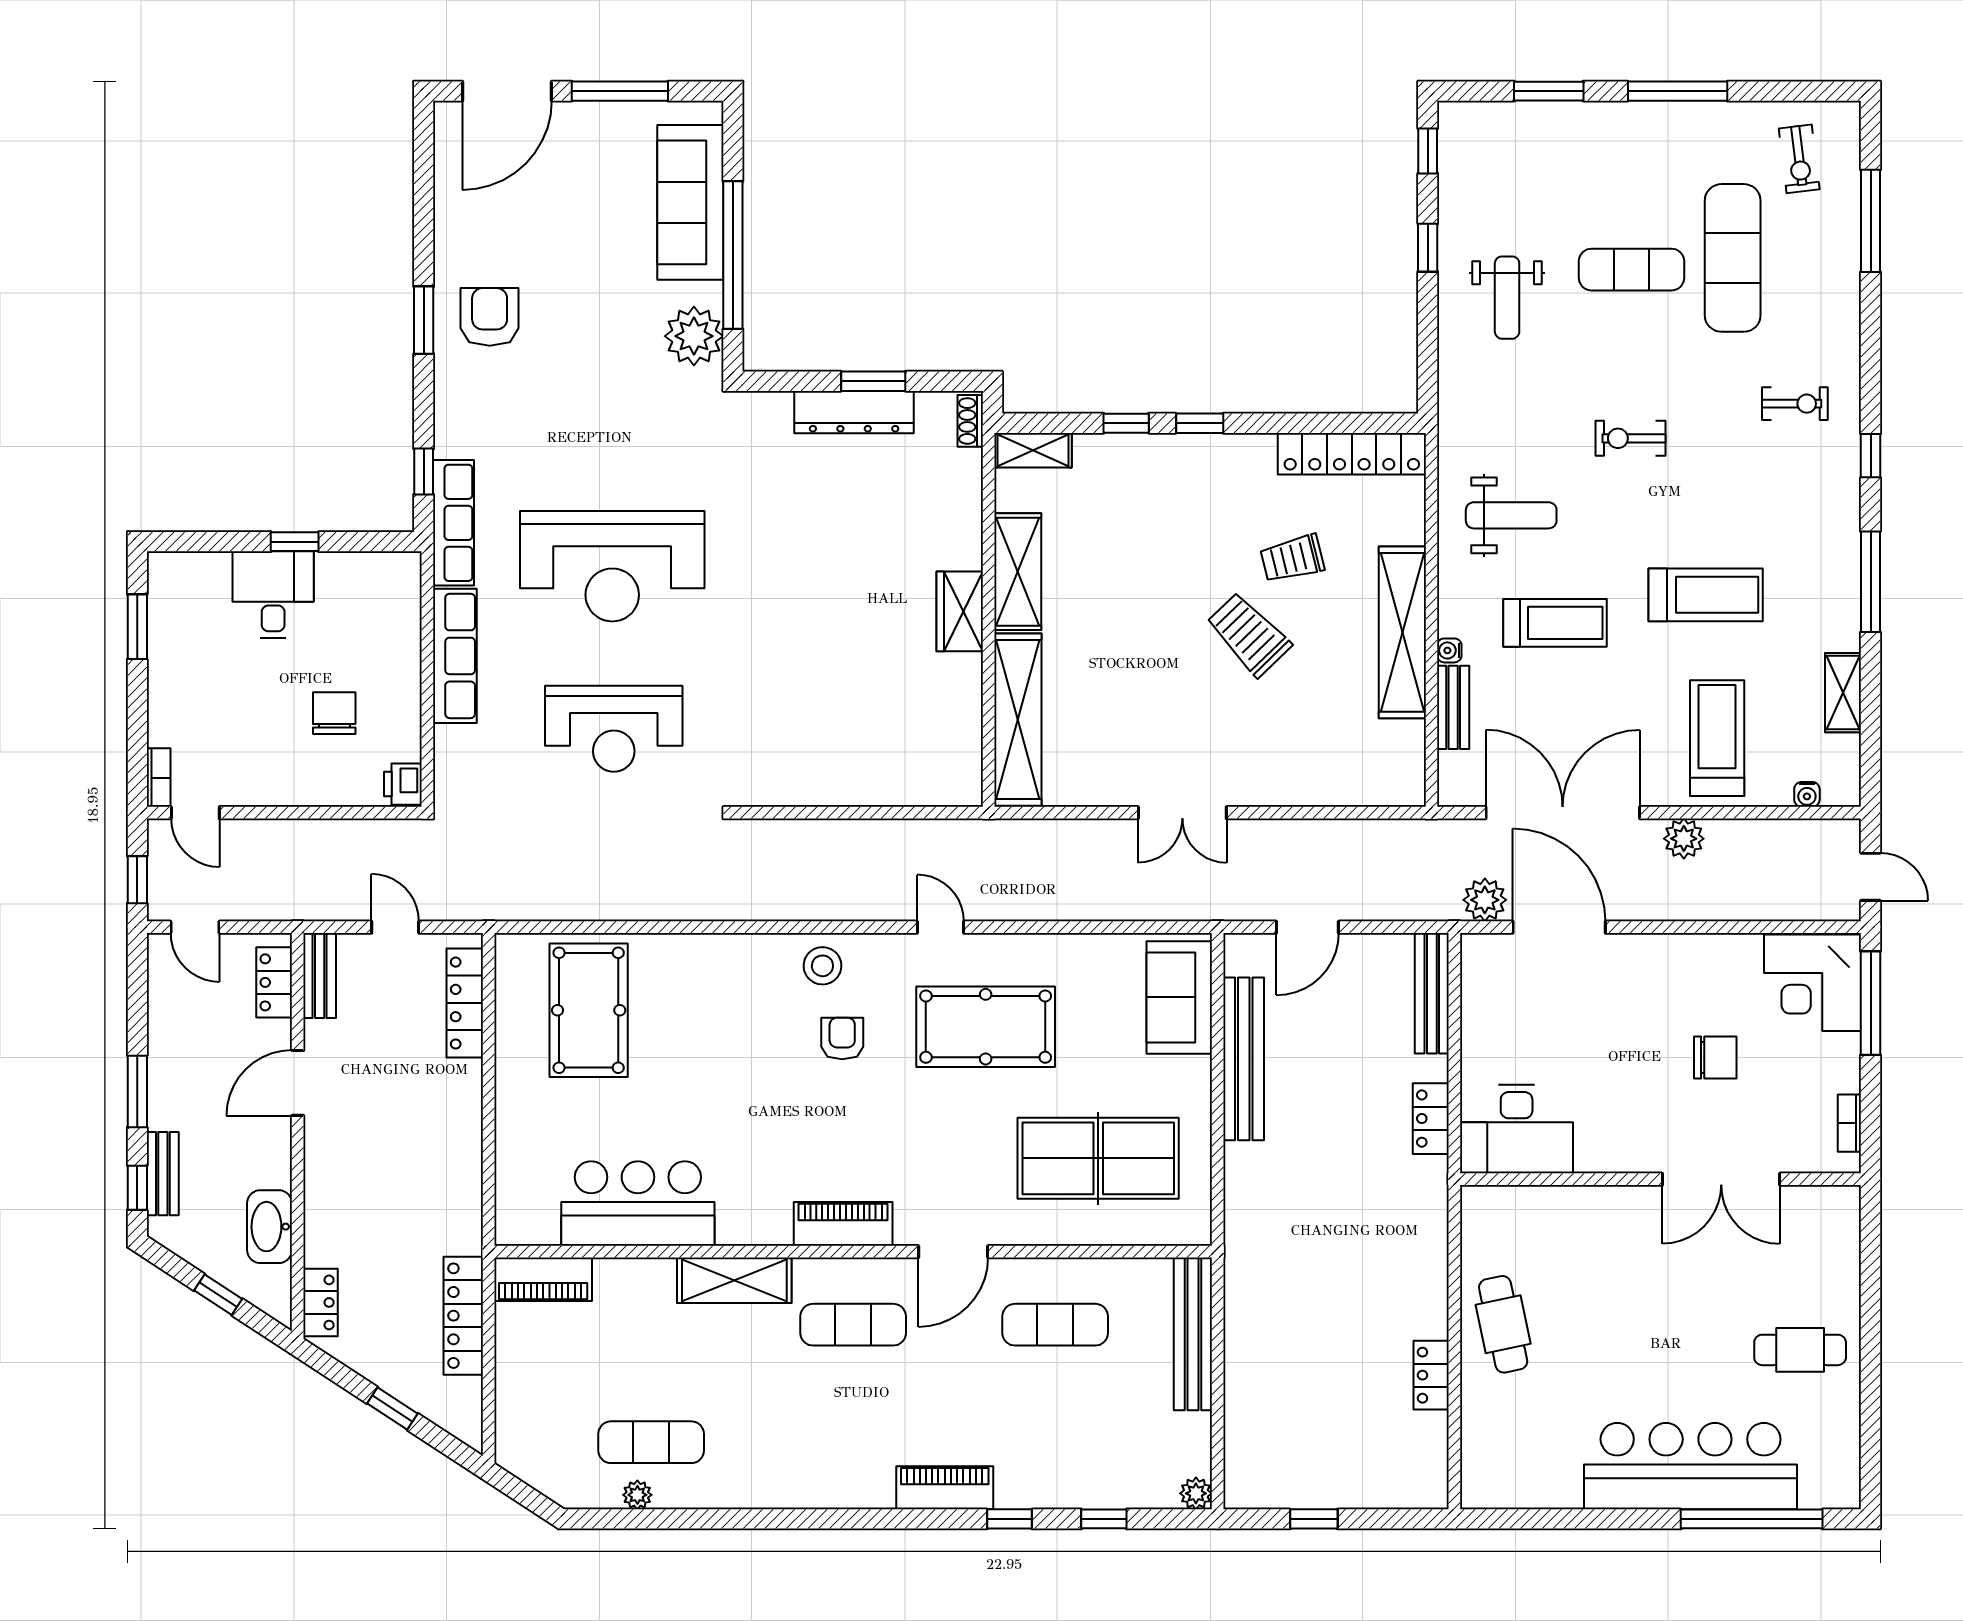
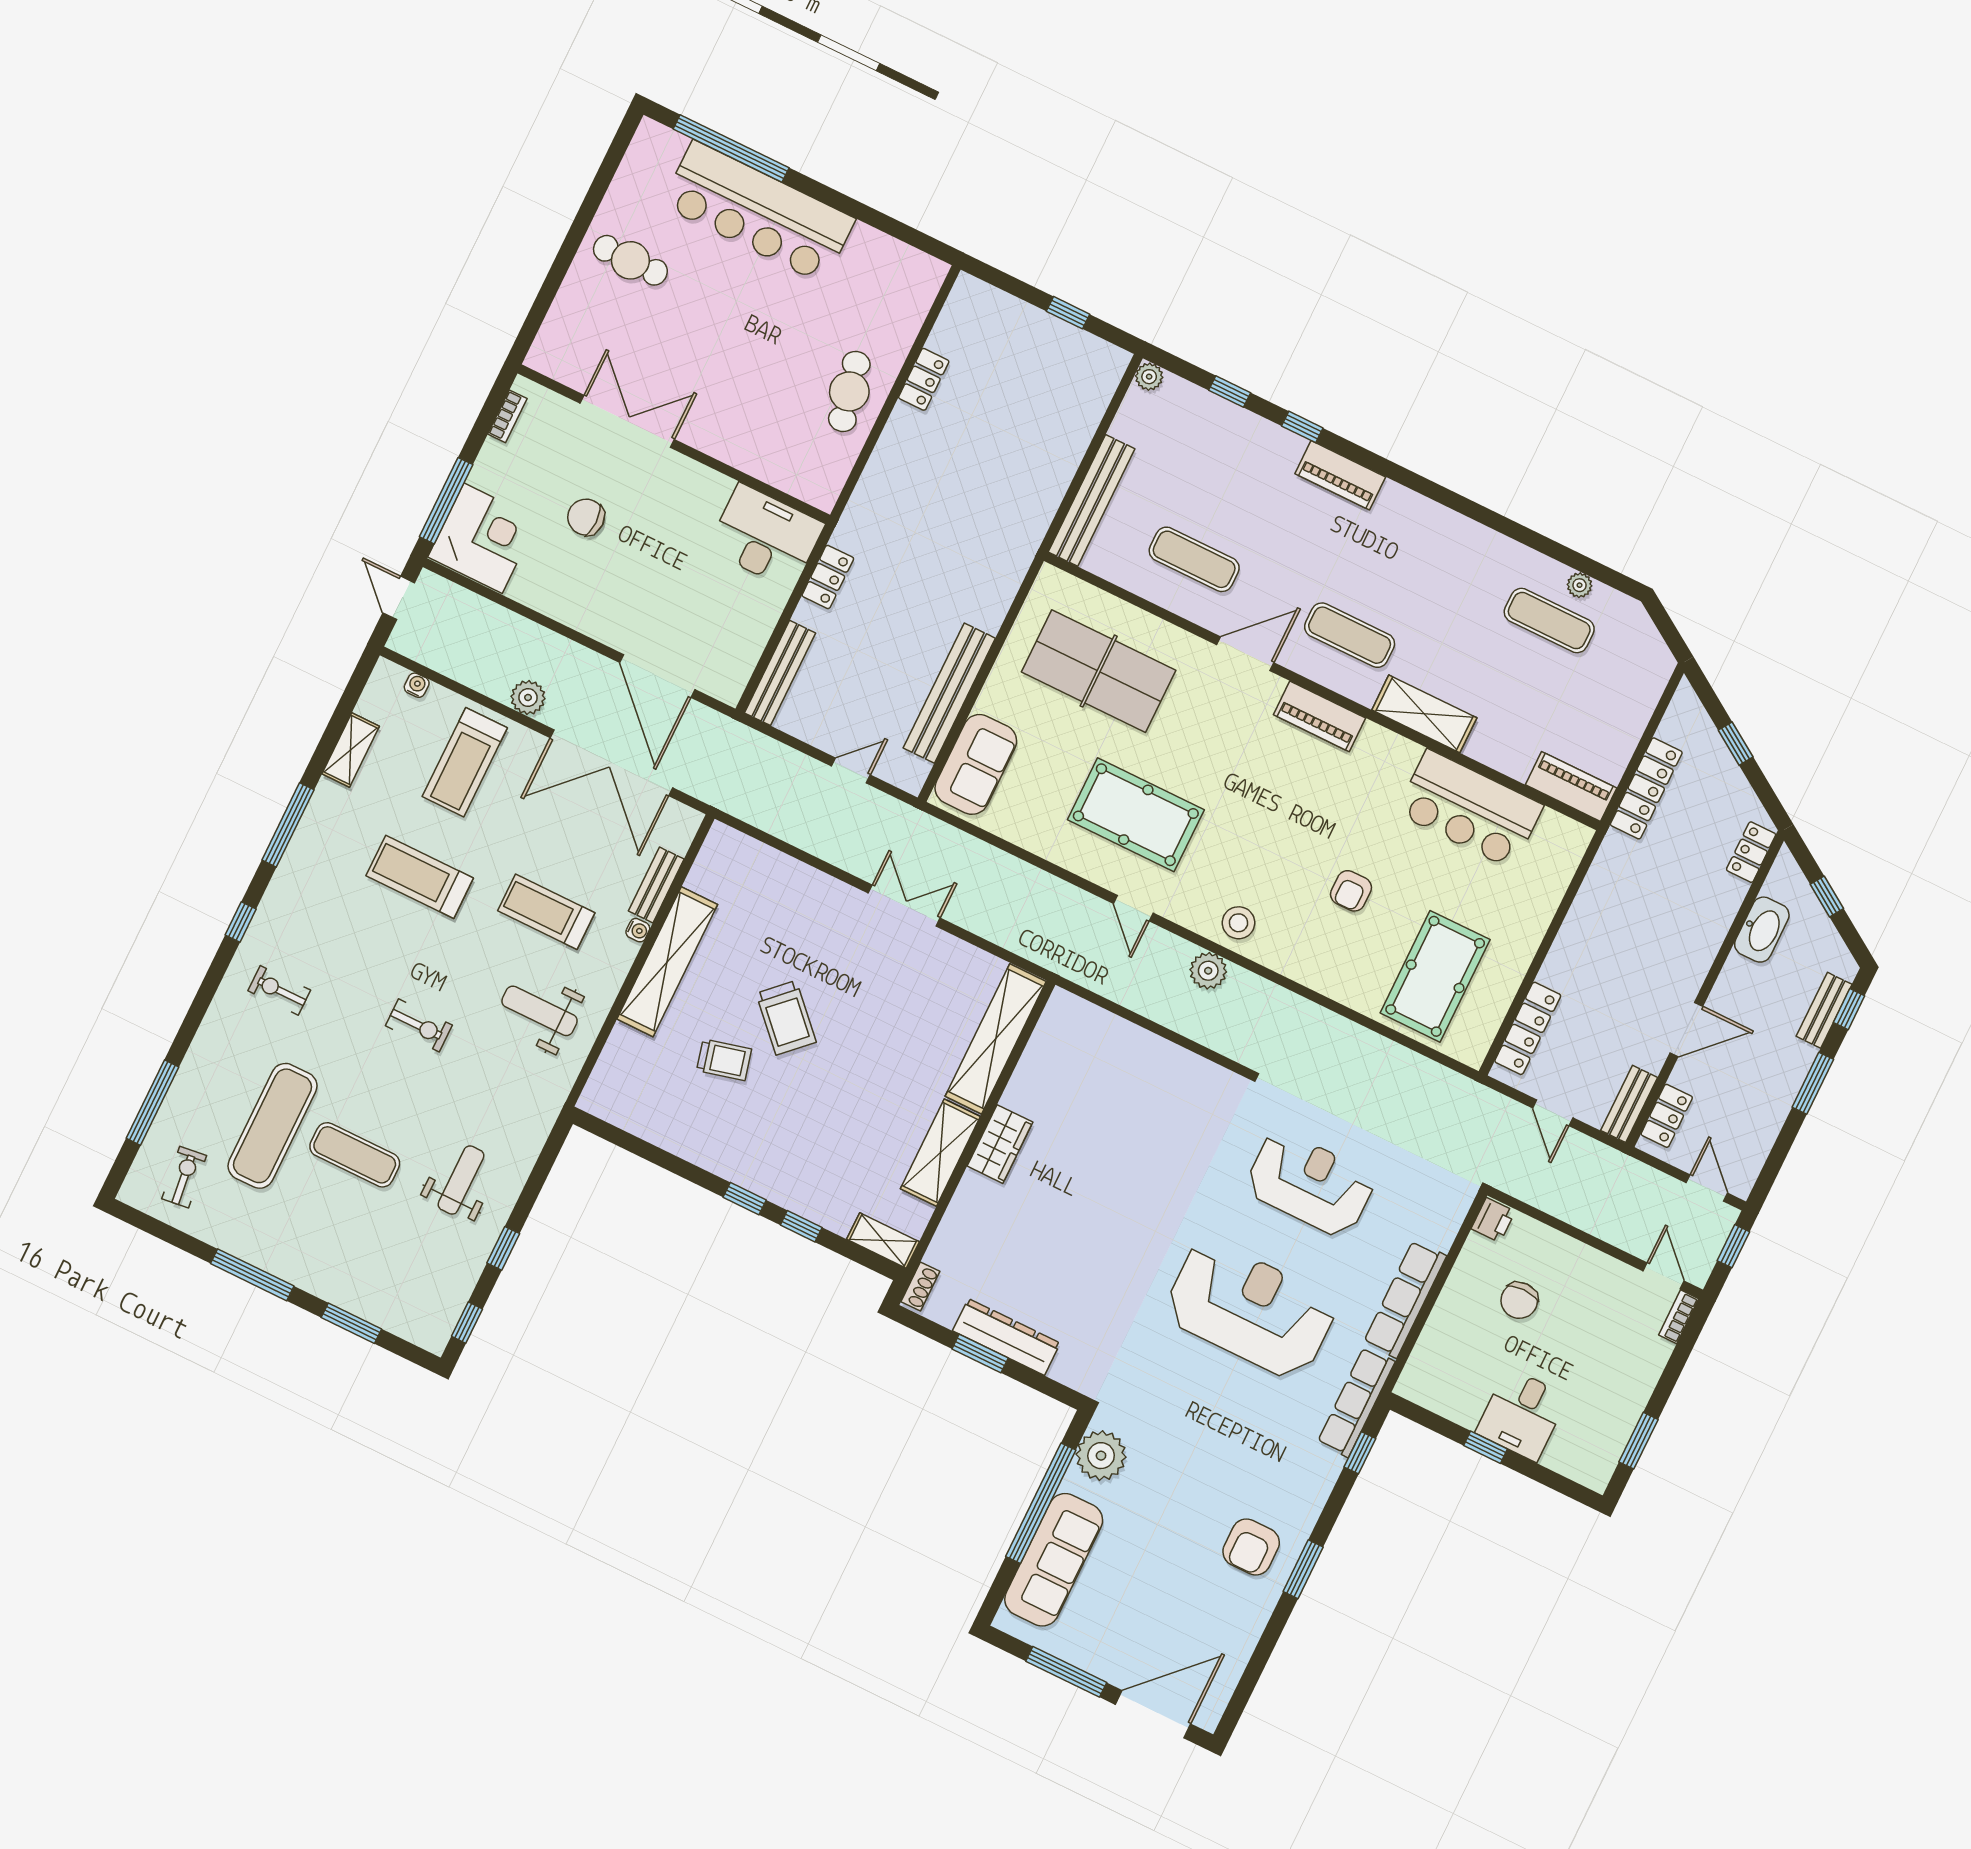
locker: (1352, 454) -> (639, 1118), removed
plant: (1485, 900) -> (1208, 971), moved
door: (1307, 927) -> (851, 770), width x0.73
armchair: (842, 1038) -> (1351, 891), moved

